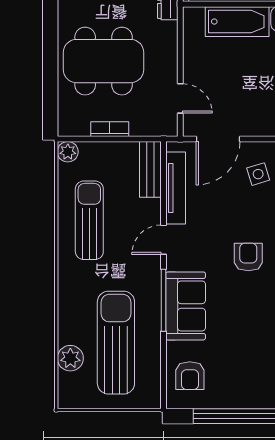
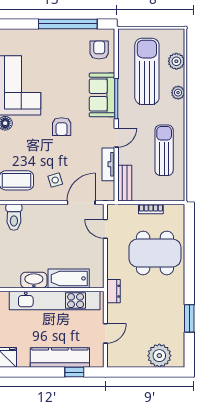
plant: (68, 152) -> (178, 93), moved
tv unit: (176, 188) -> (108, 164), width x0.71
sun lounger: (89, 220) -> (164, 150), turned 180
sun lounger: (116, 343) -> (147, 71), turned 180

